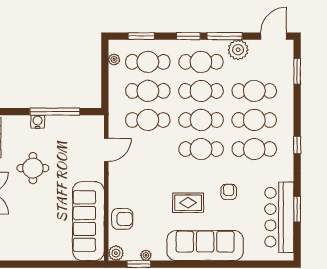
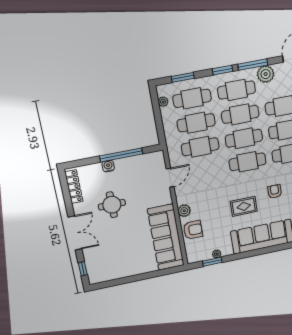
plant: (116, 253) -> (184, 211), moved

